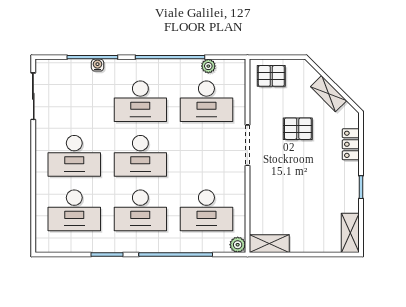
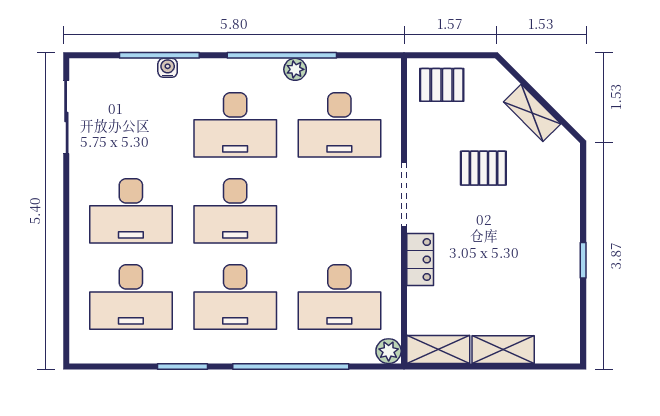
plant: (208, 66) -> (295, 69), moved
locker: (351, 144) -> (420, 260), moved, turned 180
shelving: (350, 233) -> (503, 350), moved, turned 90

